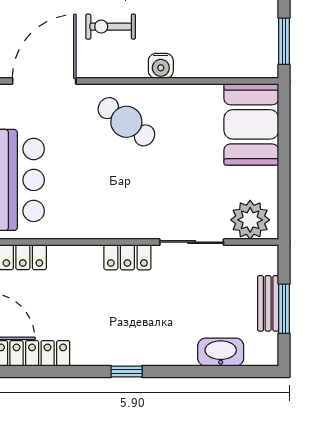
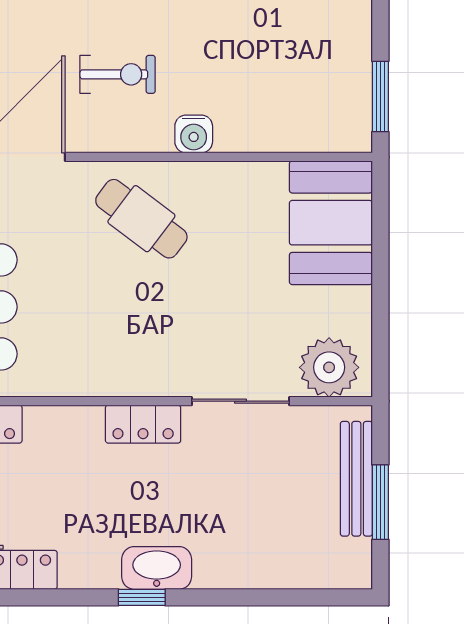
exercise bike: (111, 27) -> (118, 74), turned 180
bench: (268, 303) -> (356, 479), width x1.36
washbasin: (221, 352) -> (157, 568), moved

